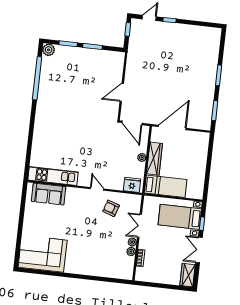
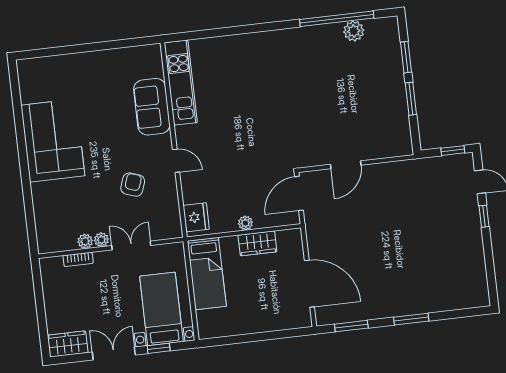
plant: (49, 50) -> (354, 31), moved
door: (122, 92) -> (346, 165), swing flipped
door: (172, 127) -> (309, 284), moved
wardrobe: (154, 159) -> (257, 243), width x0.67
door: (97, 189) -> (176, 161), hinge flipped
sofa: (49, 194) -> (152, 107), moved
armchair: (111, 208) -> (133, 185), moved
corner sofa: (43, 254) -> (53, 141), moved

